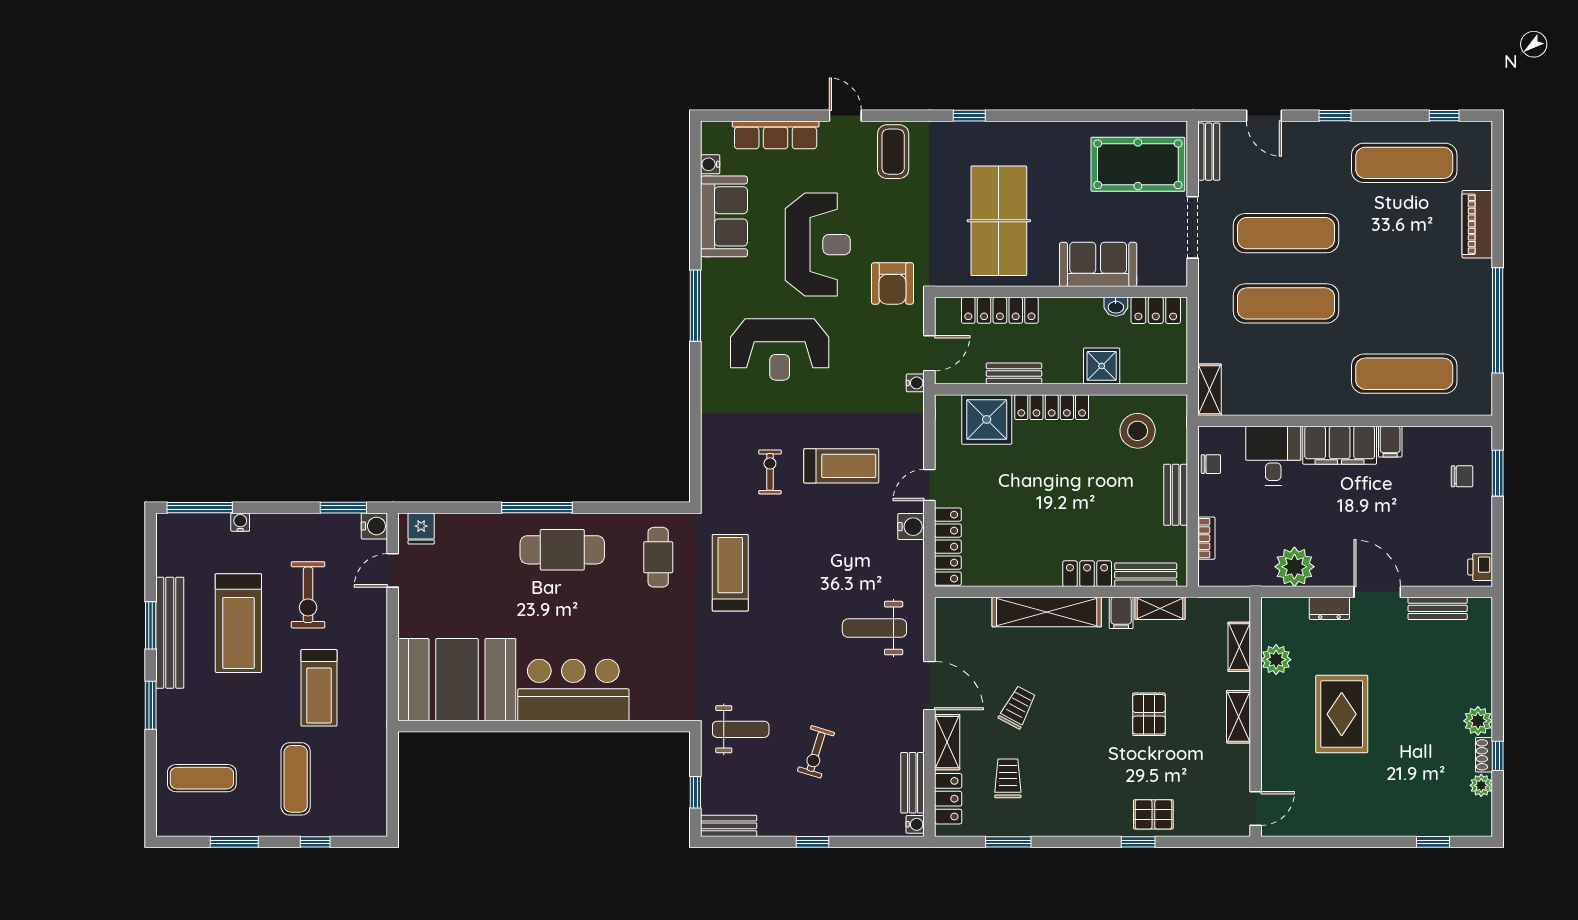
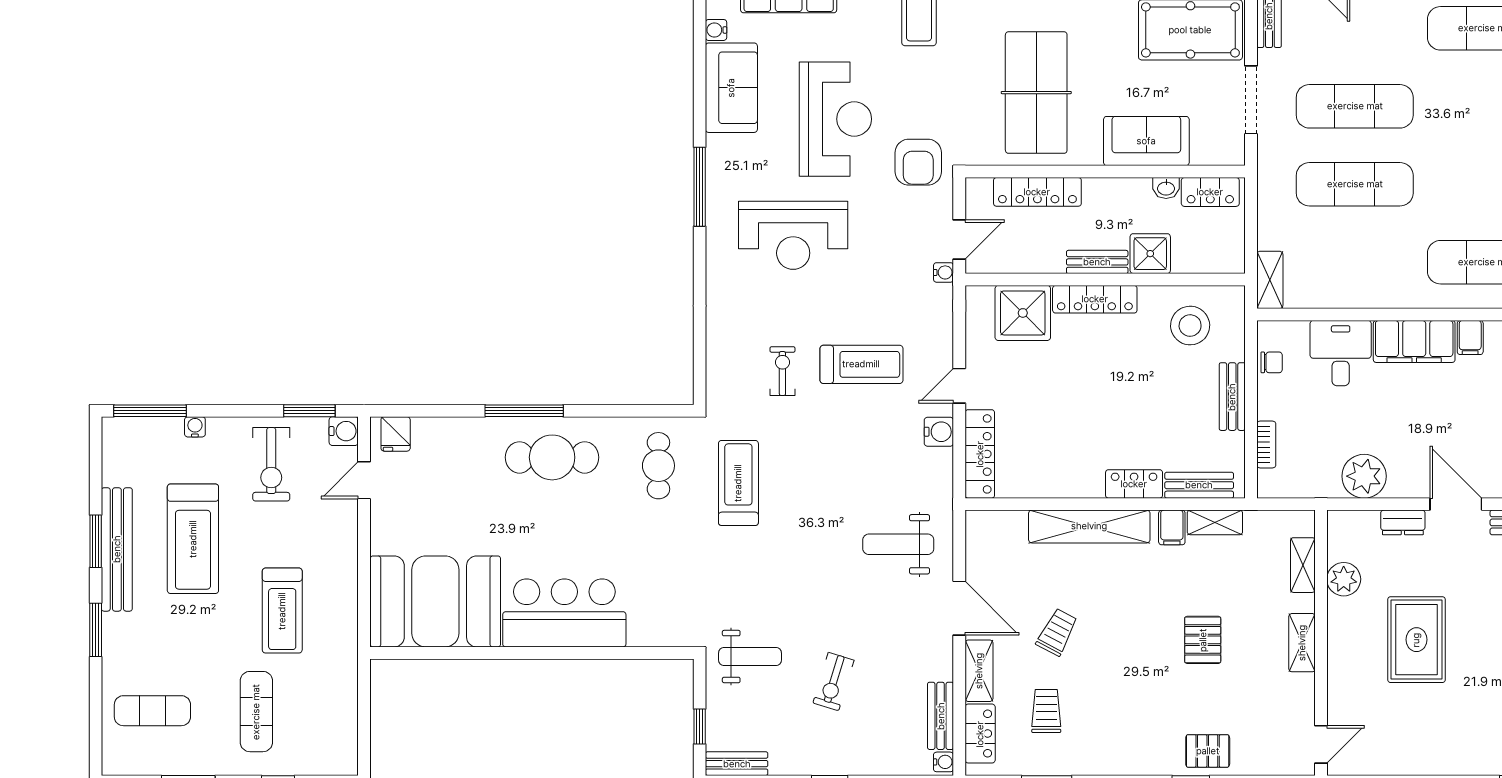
bench: (1014, 373) -> (1097, 262), moved
exercise bike: (308, 595) -> (271, 464), moved

